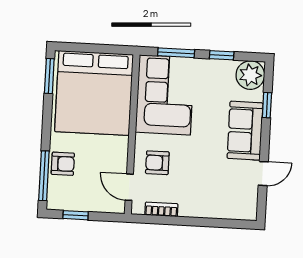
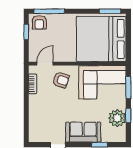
plant: (250, 75) -> (117, 118), moved
armchair: (157, 163) -> (61, 80), turned 108
armchair: (63, 164) -> (39, 22), moved

